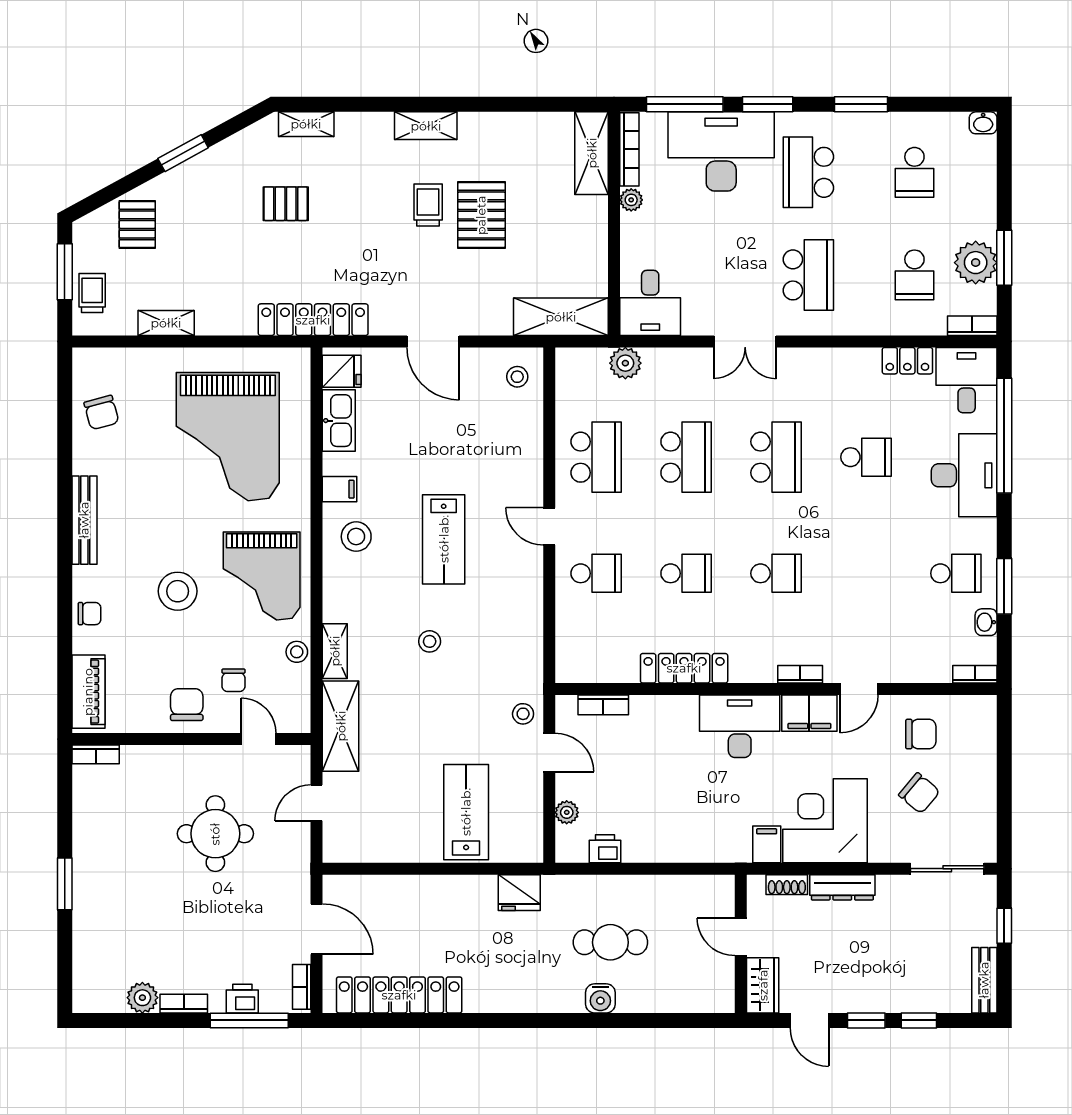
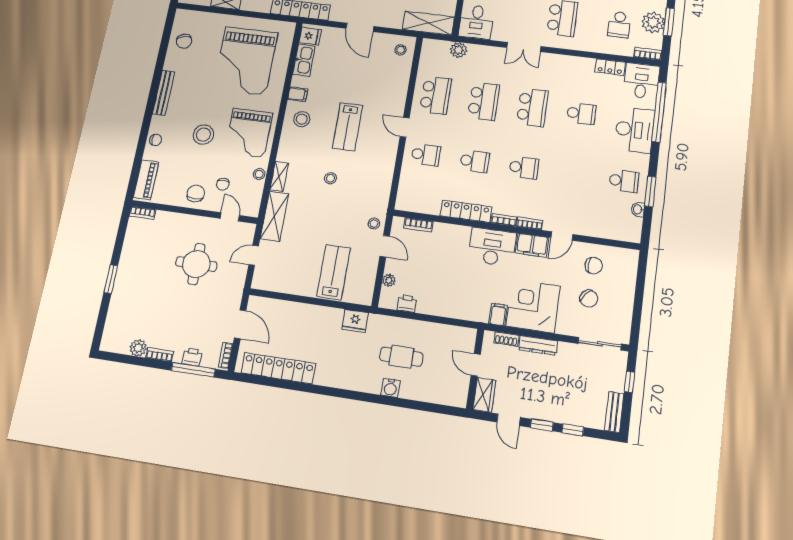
bookcase: (975, 674) -> (504, 220), moved

